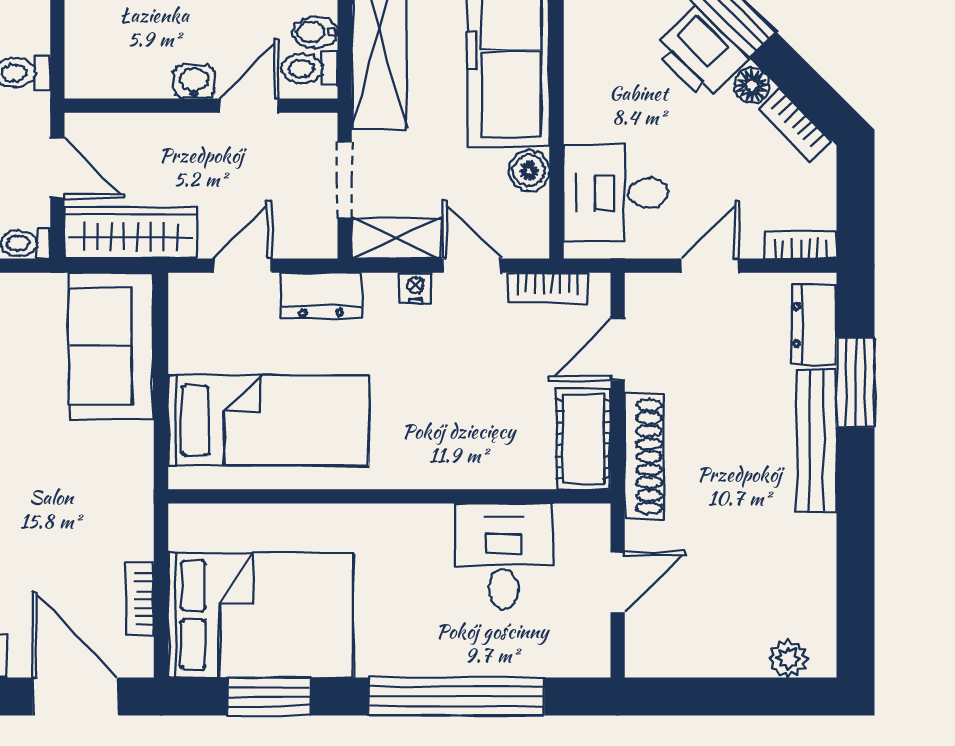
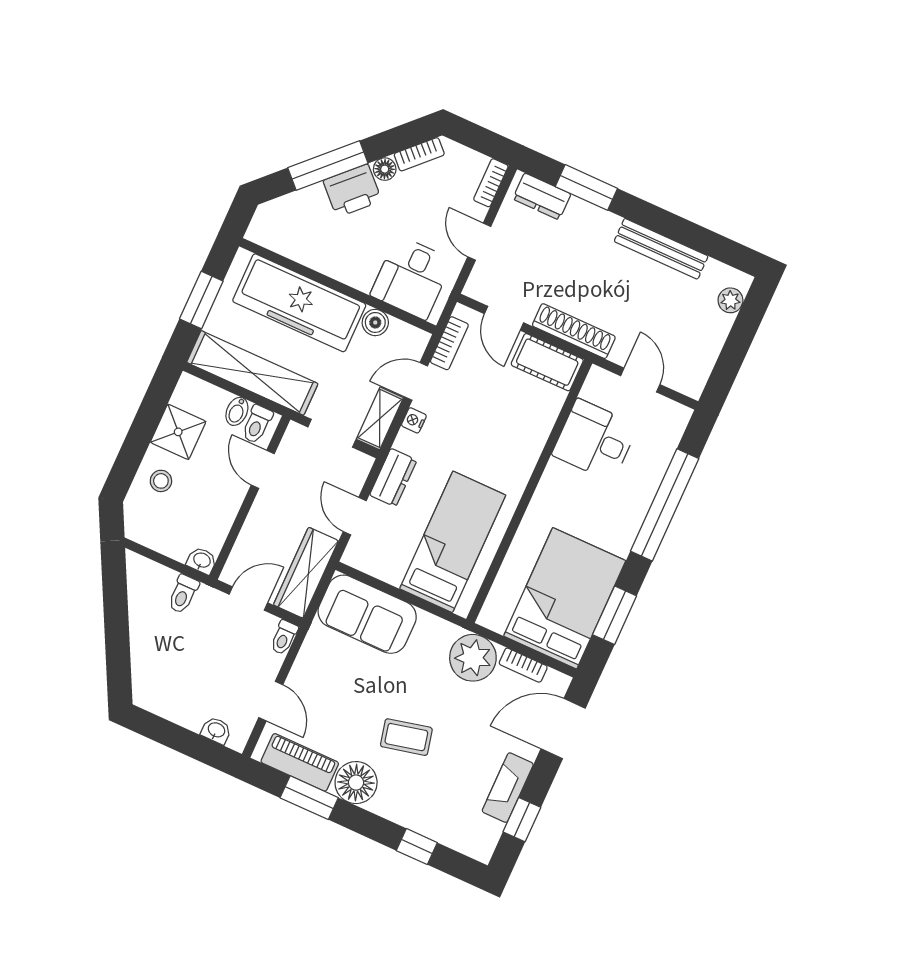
washbasin: (194, 82) -> (202, 561), moved, turned 90
bench: (817, 440) -> (661, 249), moved
plant: (118, 524) -> (473, 658), added

